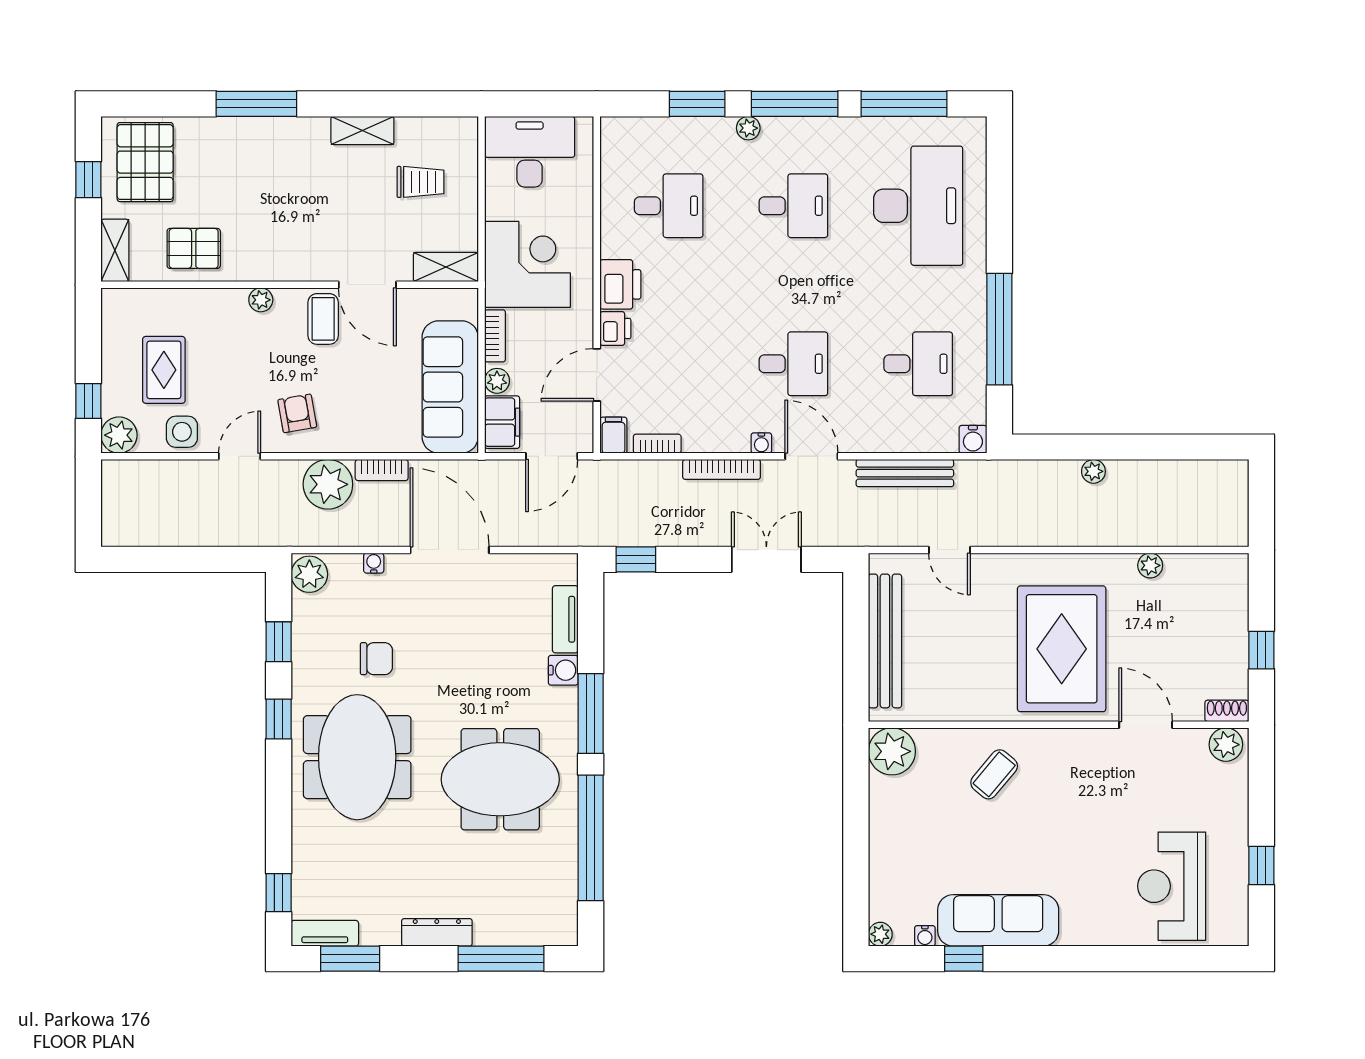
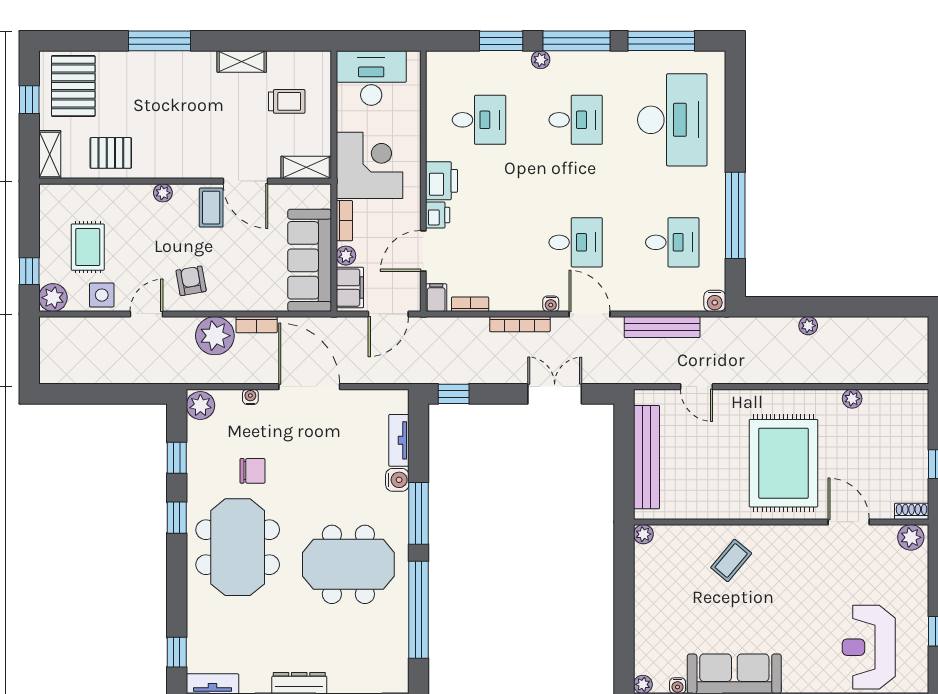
plant: (892, 751) -> (643, 534), width x0.53, depth x0.53

